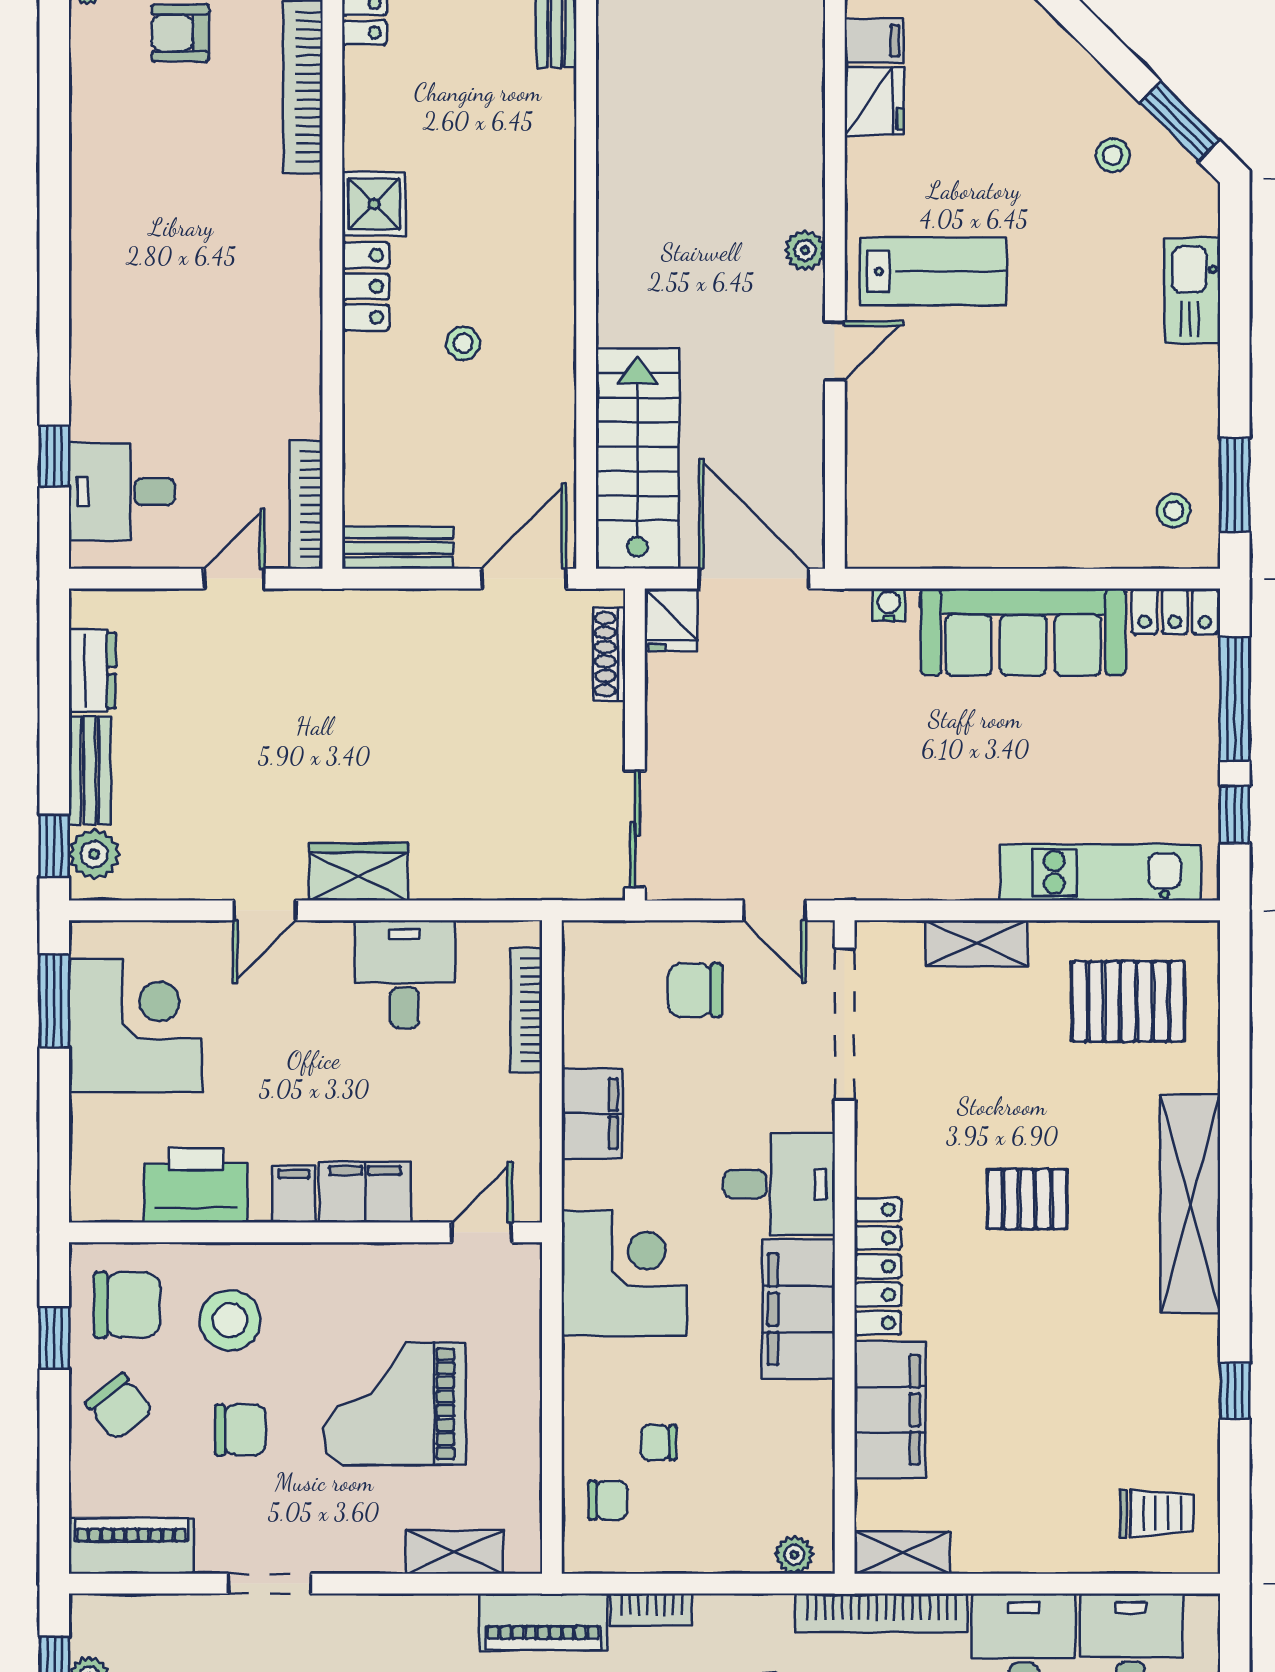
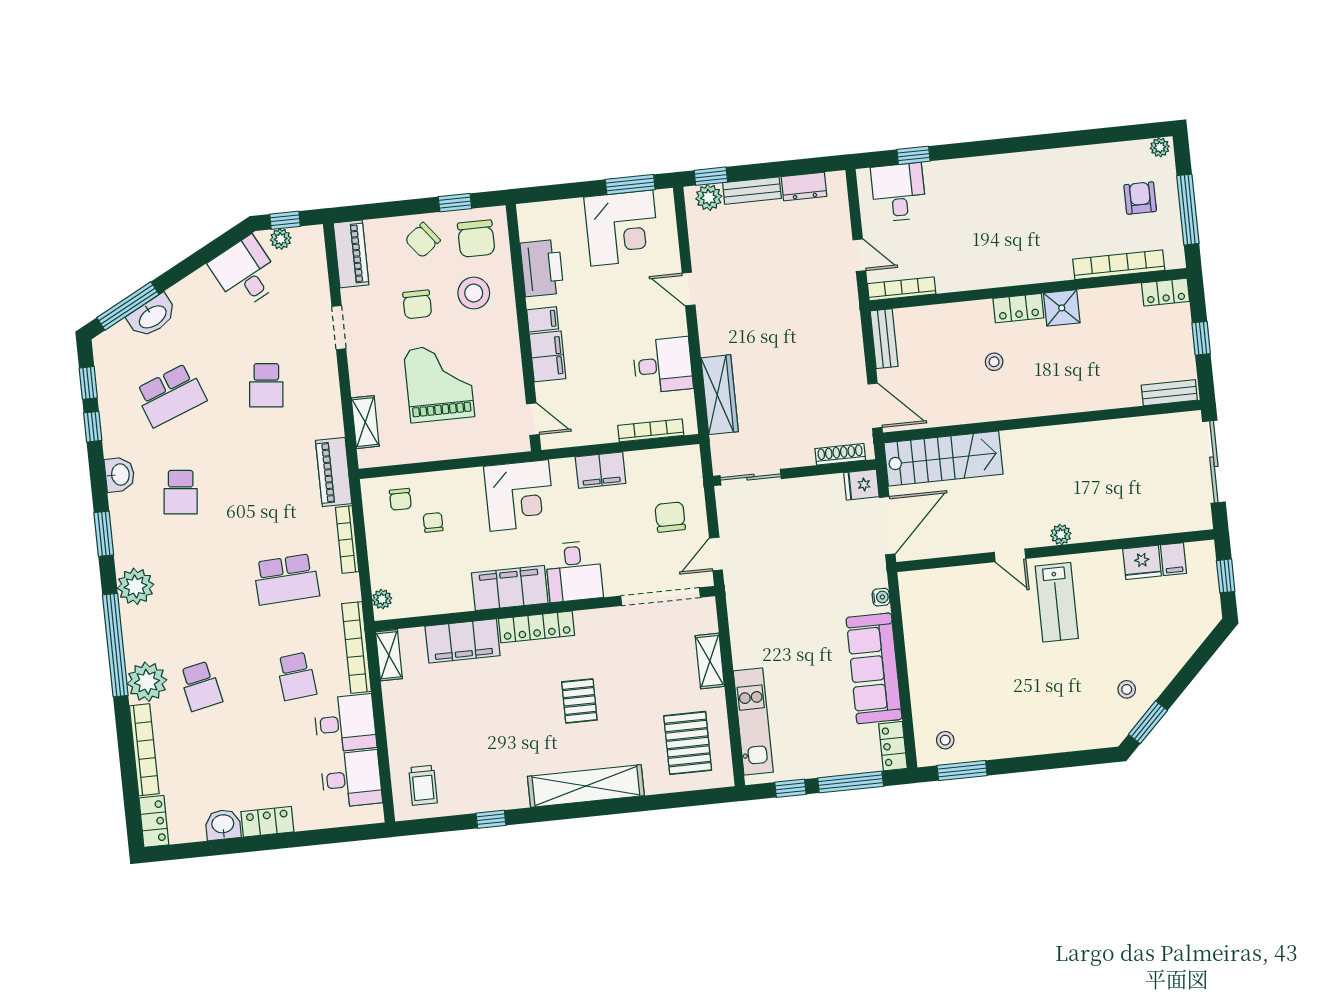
kitchen sink: (1192, 291) -> (1061, 738), removed
wardrobe: (359, 872) -> (720, 395), moved, width x1.50
bookcase: (651, 1609) -> (347, 540), width x1.56

